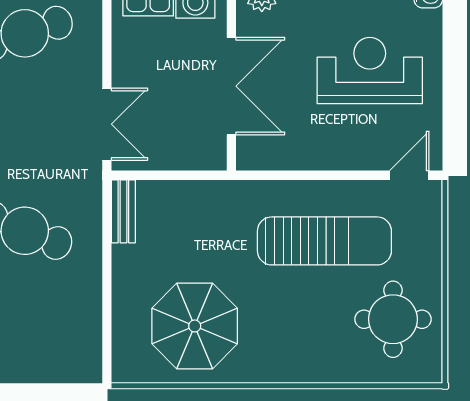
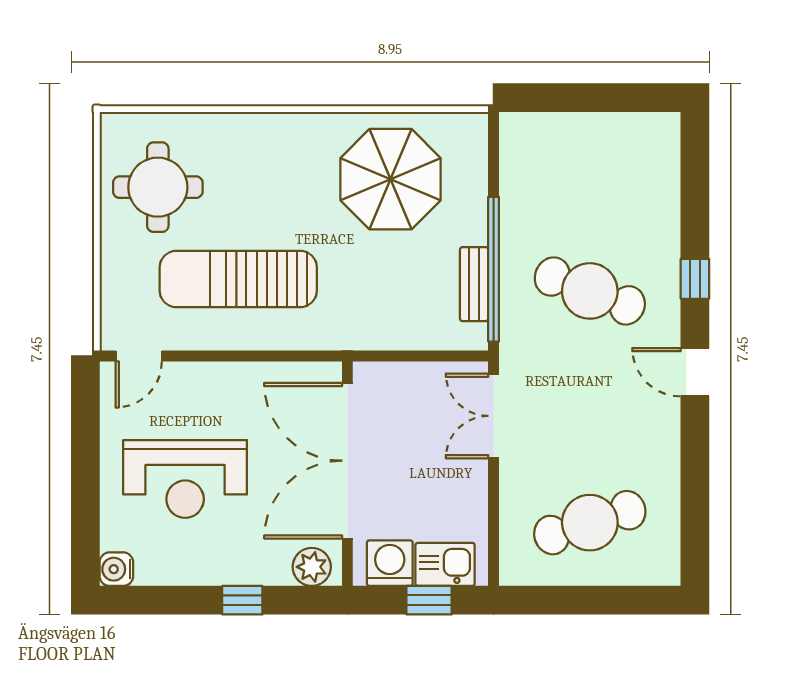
double door: (231, 86) -> (347, 461), width x1.36
bench: (123, 211) -> (474, 284), moved
window: (107, 249) -> (494, 269), added

